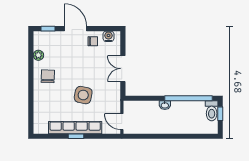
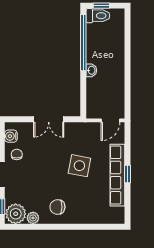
plant: (42, 40) -> (16, 214), added

